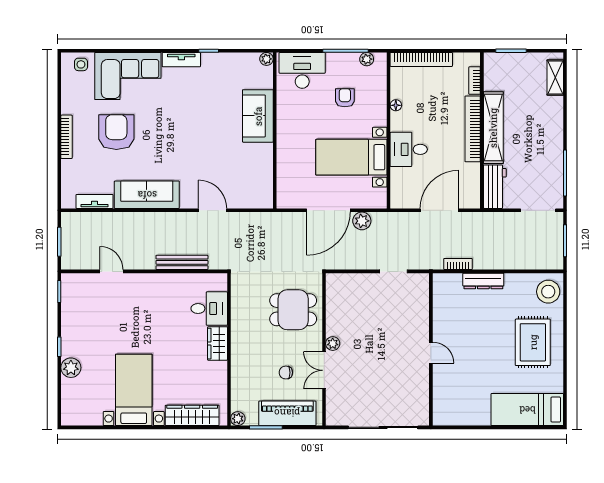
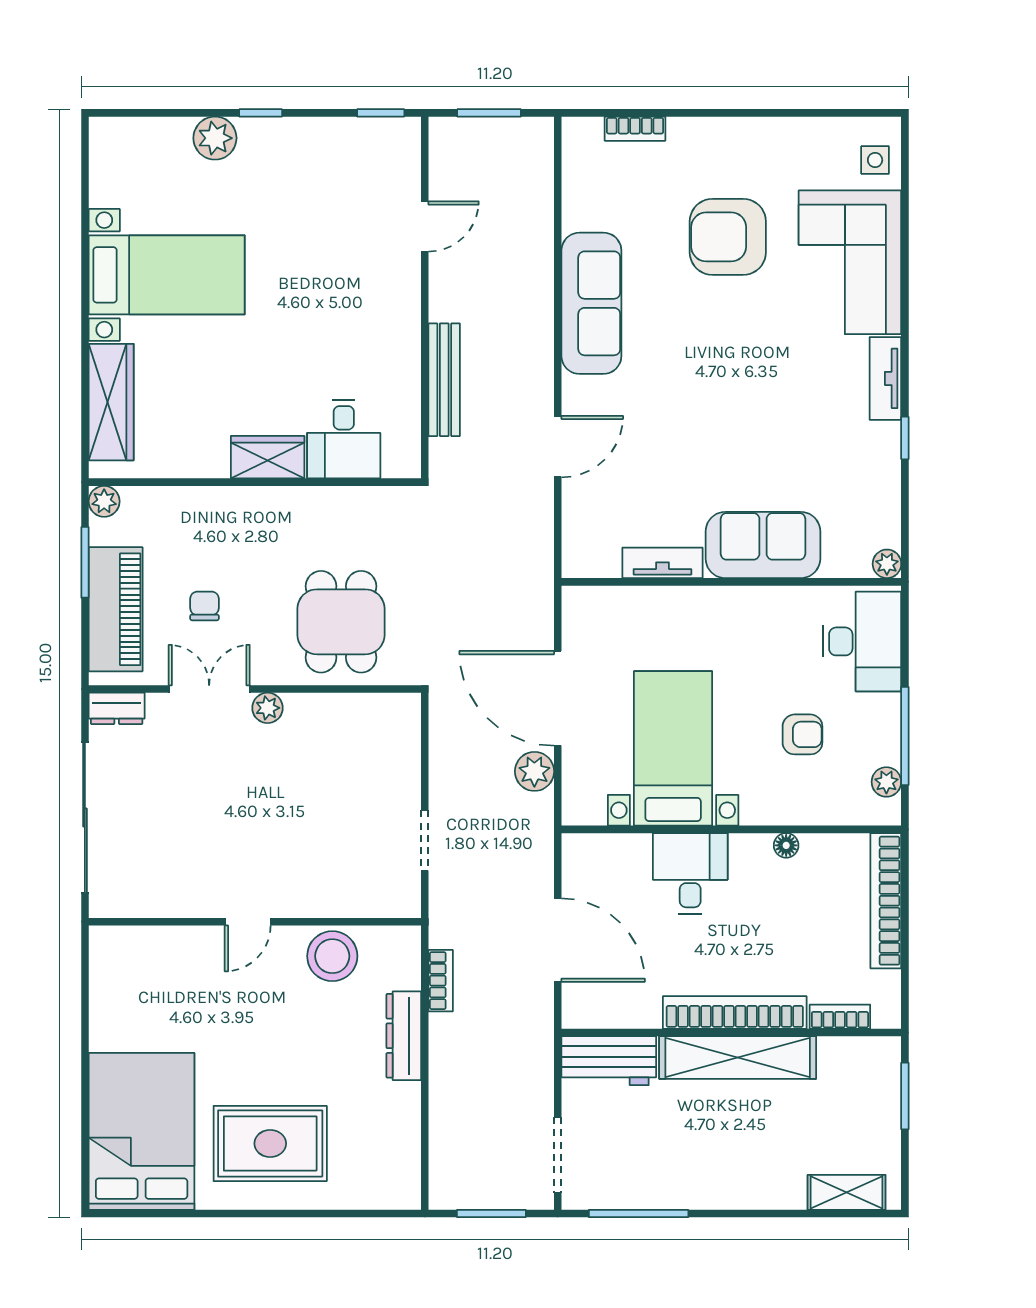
armchair: (116, 132) -> (728, 237), turned 180
bookcase: (67, 137) -> (635, 129), moved, width x0.64
tv unit: (95, 201) -> (662, 563), moved, turned -90
stool: (548, 292) -> (332, 956), moved
bed: (527, 410) -> (142, 1131), width x1.50
dresser: (333, 413) -> (117, 708), added

